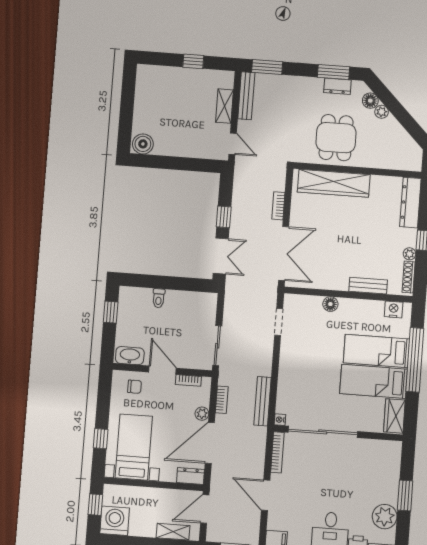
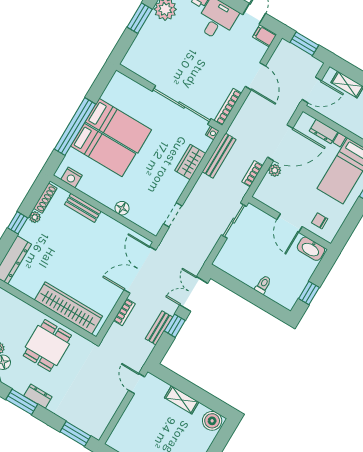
dresser: (337, 86) -> (38, 396), moved
bench: (246, 96) -> (159, 328), moved, width x0.73
shelving: (225, 106) -> (182, 400), moved, turned 90
bookcase: (188, 380) -> (272, 204), removed
wardrobe: (394, 416) -> (190, 162), moved, turned 180
dresser: (190, 476) -> (323, 131), moved

